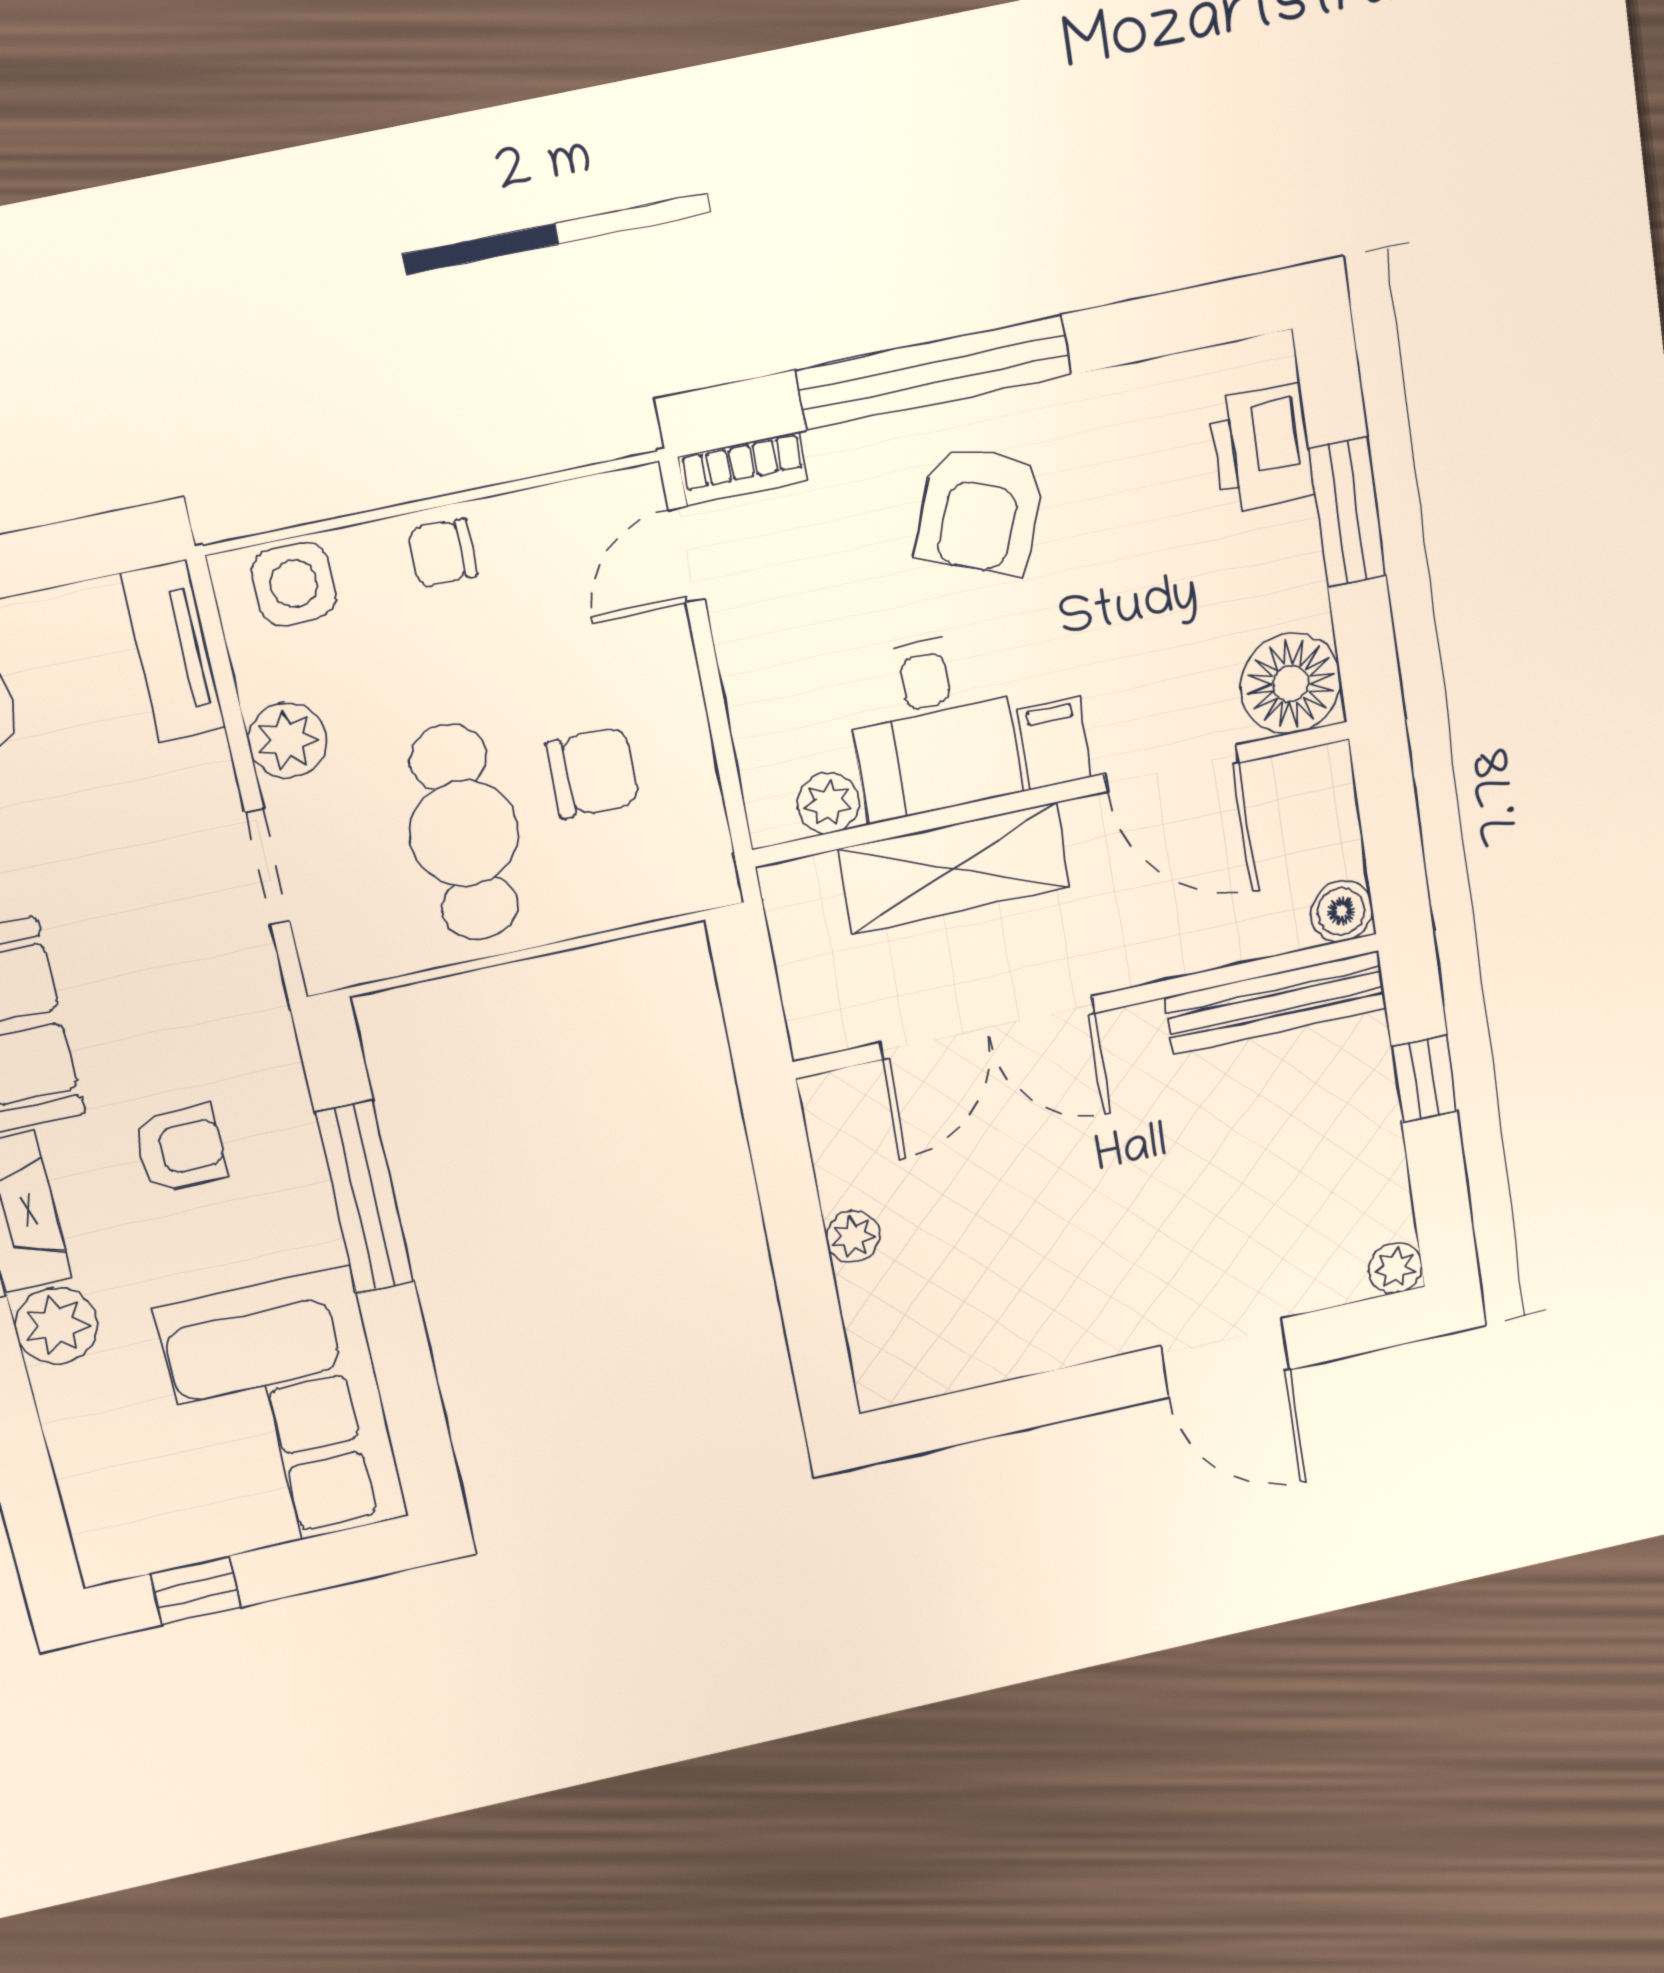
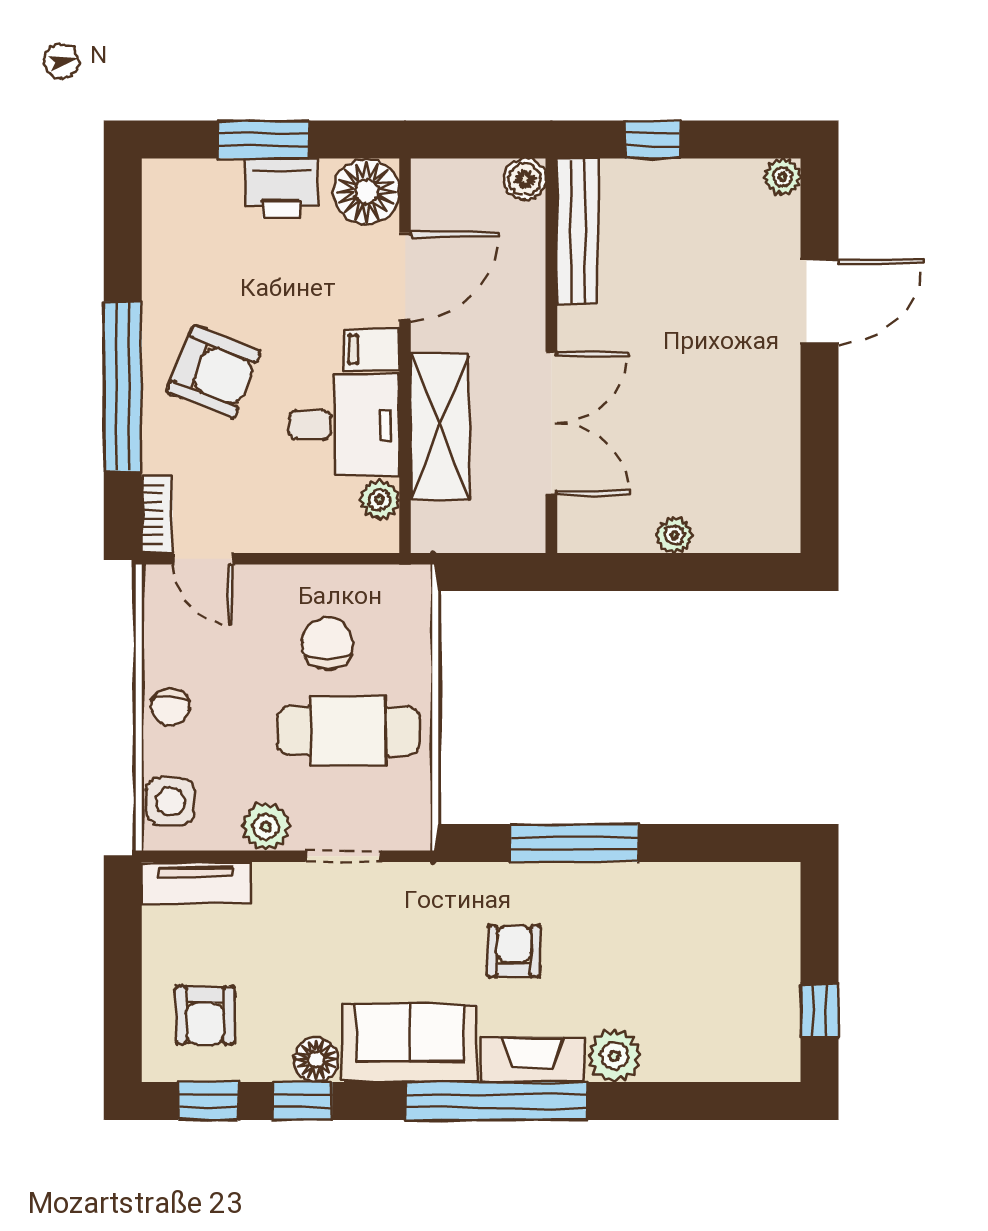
printer: (1262, 448) -> (281, 189), moved
corner sofa: (282, 1413) -> (709, 928), removed

